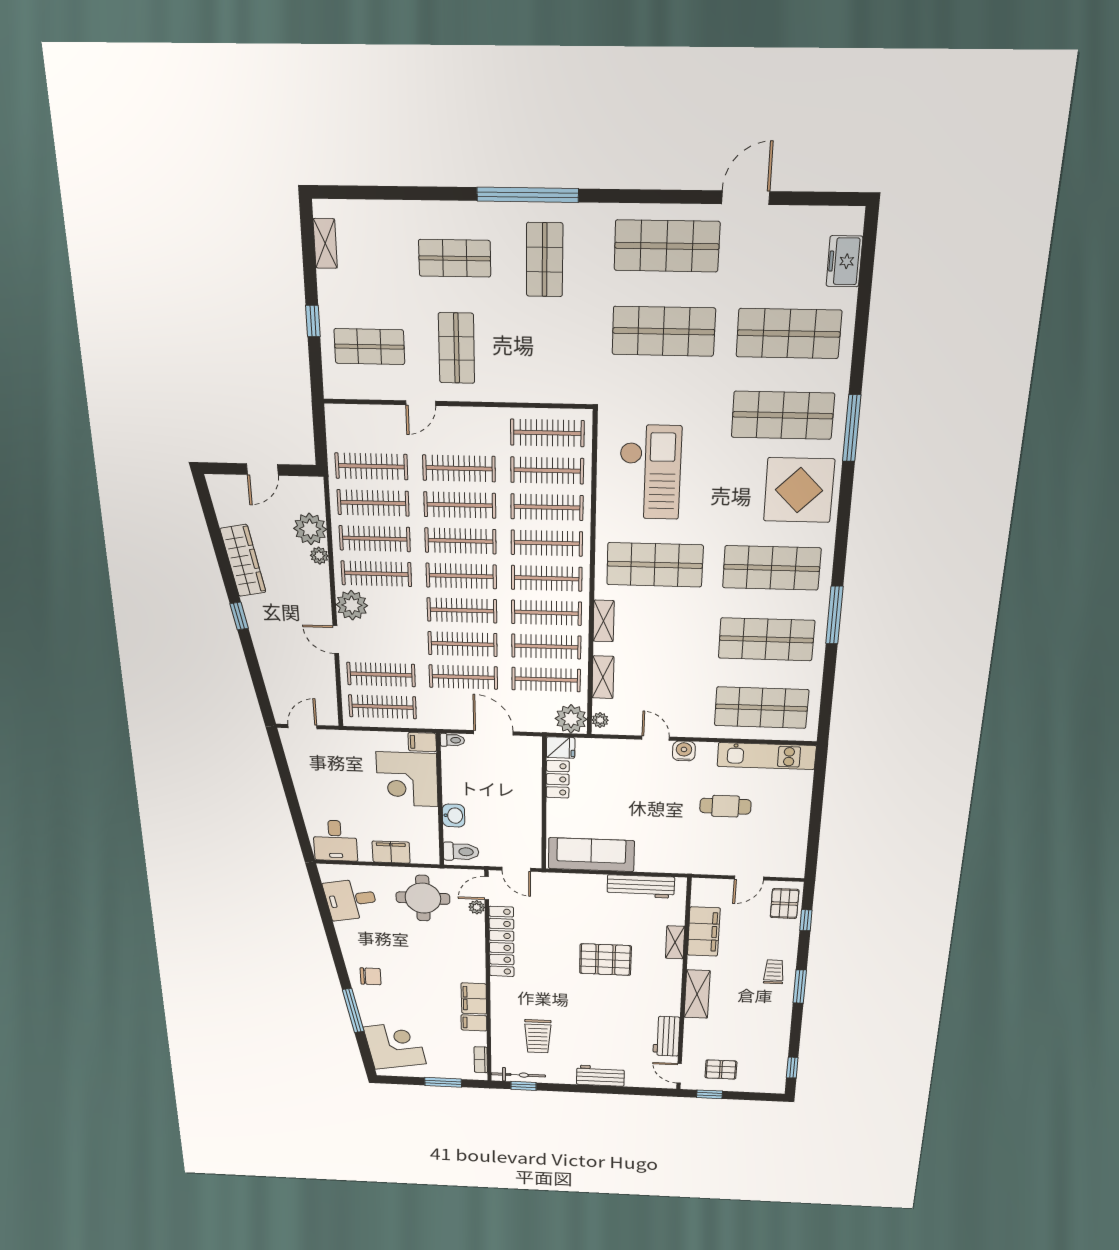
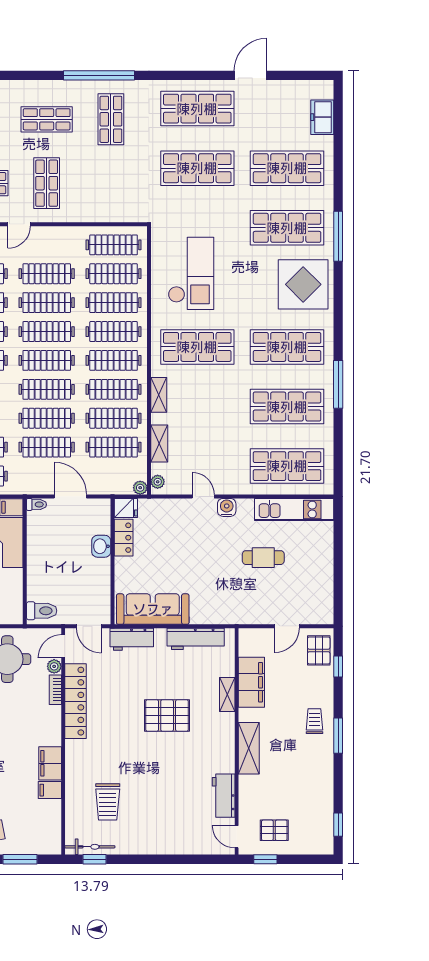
plant: (571, 719) -> (140, 488), width x0.53, depth x0.53
washbasin: (454, 816) -> (101, 546), moved, turned 180
bookcase: (481, 1060) -> (55, 690), moved
workbench: (600, 1076) -> (132, 639), moved, turned 180

